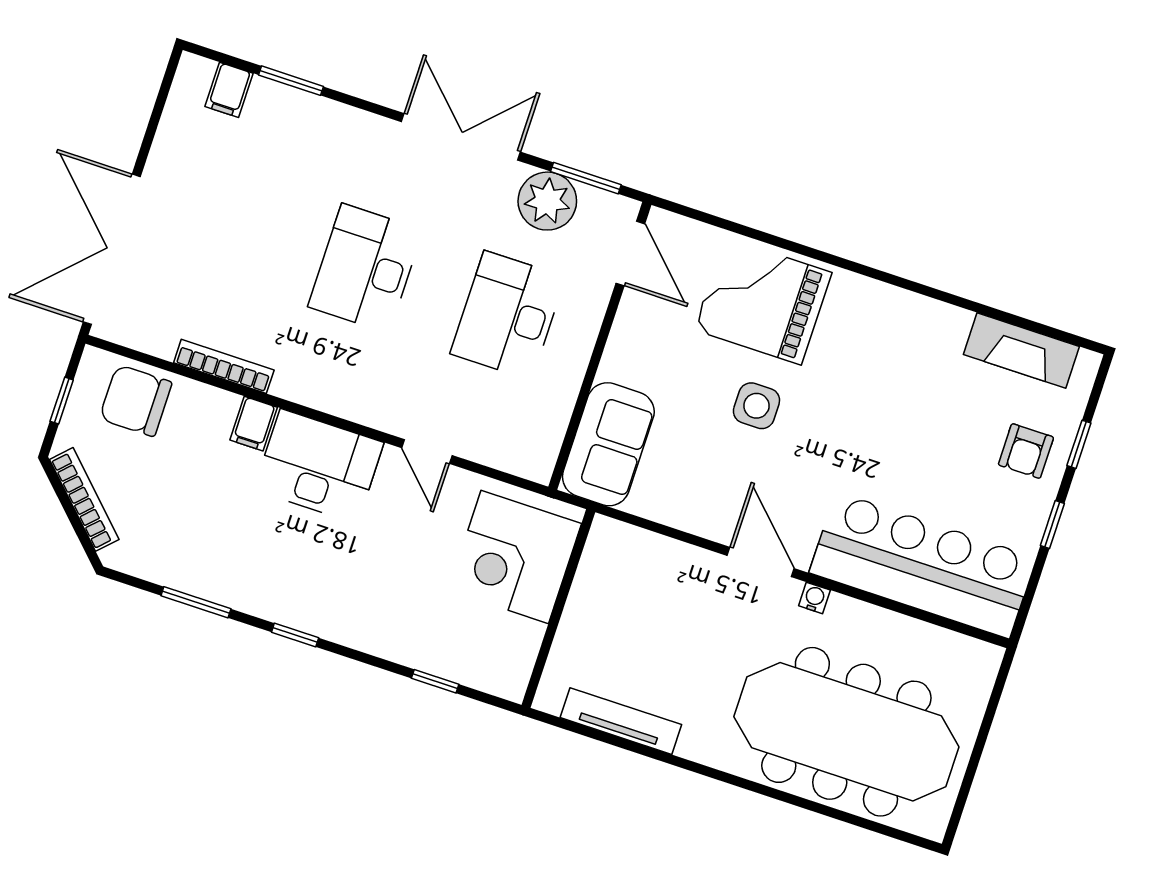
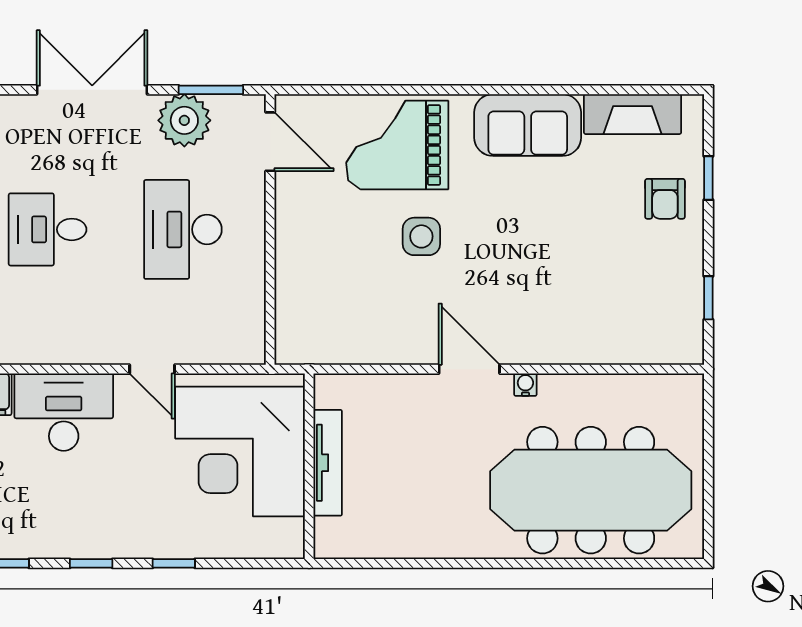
desk: (365, 268) -> (48, 229), width x0.73
sofa: (608, 444) -> (528, 125), moved, turned 90
window: (1052, 524) -> (708, 298), moved
corner desk: (515, 557) -> (240, 452), width x1.36, depth x1.36
bar counter: (923, 565) -> (609, 326), removed
window: (435, 681) -> (174, 563), moved
tv unit: (621, 721) -> (328, 463), moved, turned 90

